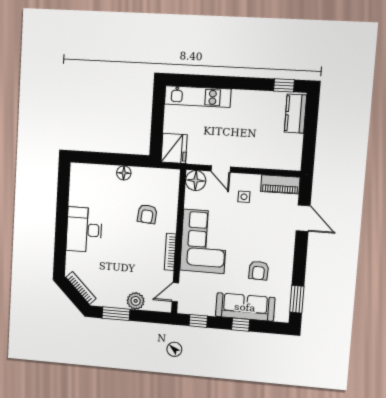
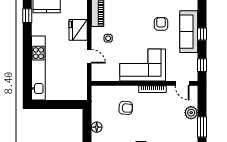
kitchen unit: (198, 97) -> (38, 68), width x1.36
fridge: (174, 148) -> (78, 30), moved, turned -90
door: (221, 169) -> (89, 56), hinge flipped
floor lamp: (196, 181) -> (99, 74), removed
armchair: (259, 270) -> (161, 24), turned -92

